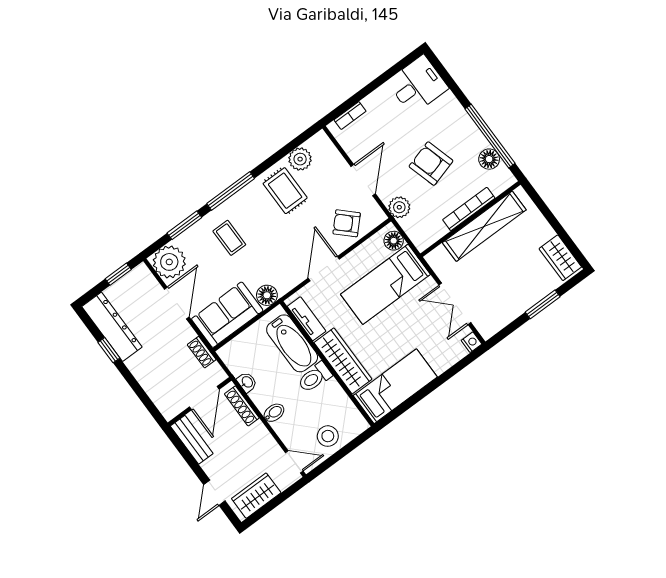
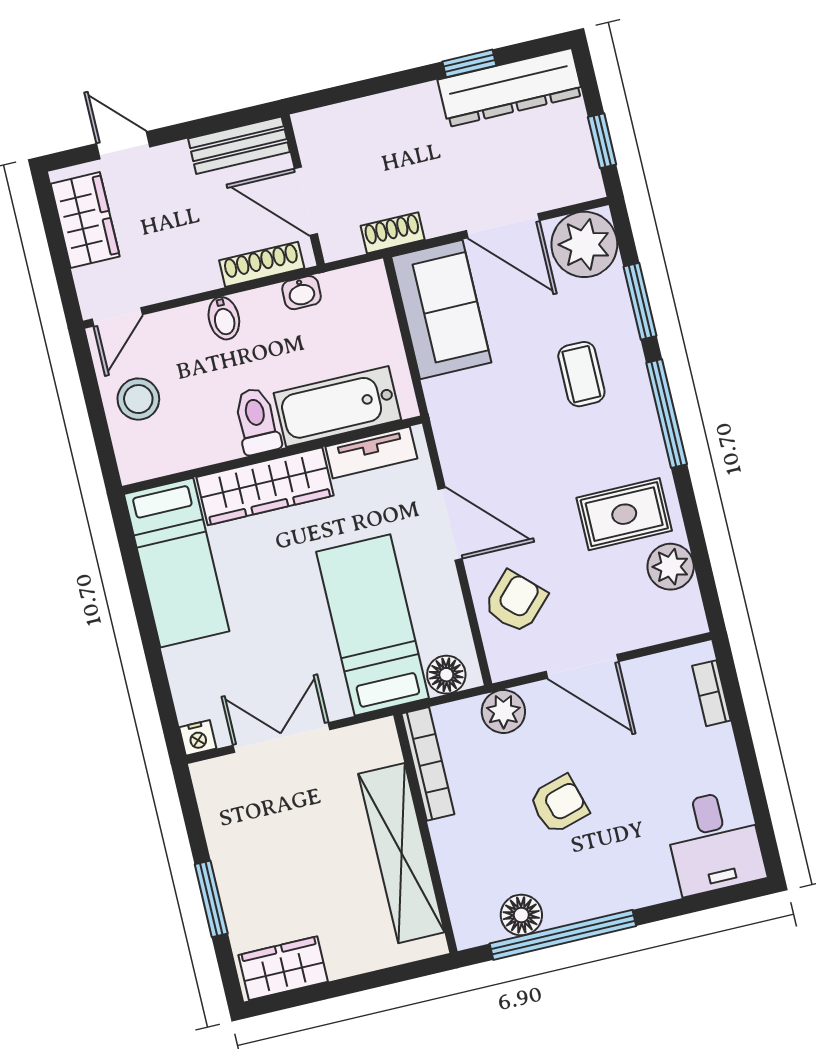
armchair: (431, 164) -> (559, 804), width x0.72, depth x0.72
bookcase: (469, 209) -> (428, 764), moved
coffee table: (229, 238) -> (581, 374), turned 90
floor lamp: (267, 295) -> (446, 398), removed

